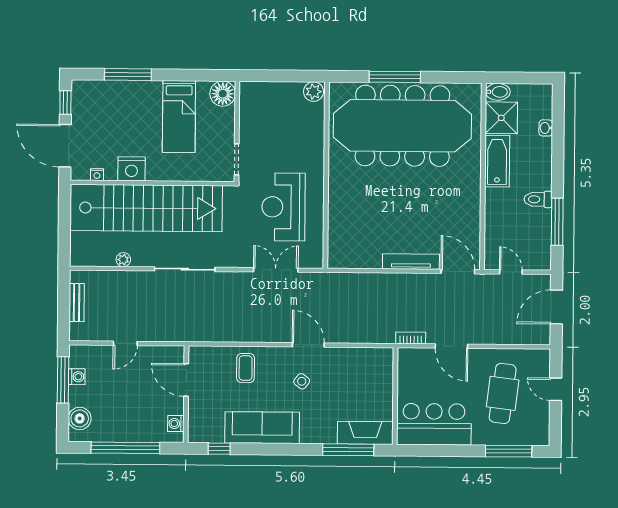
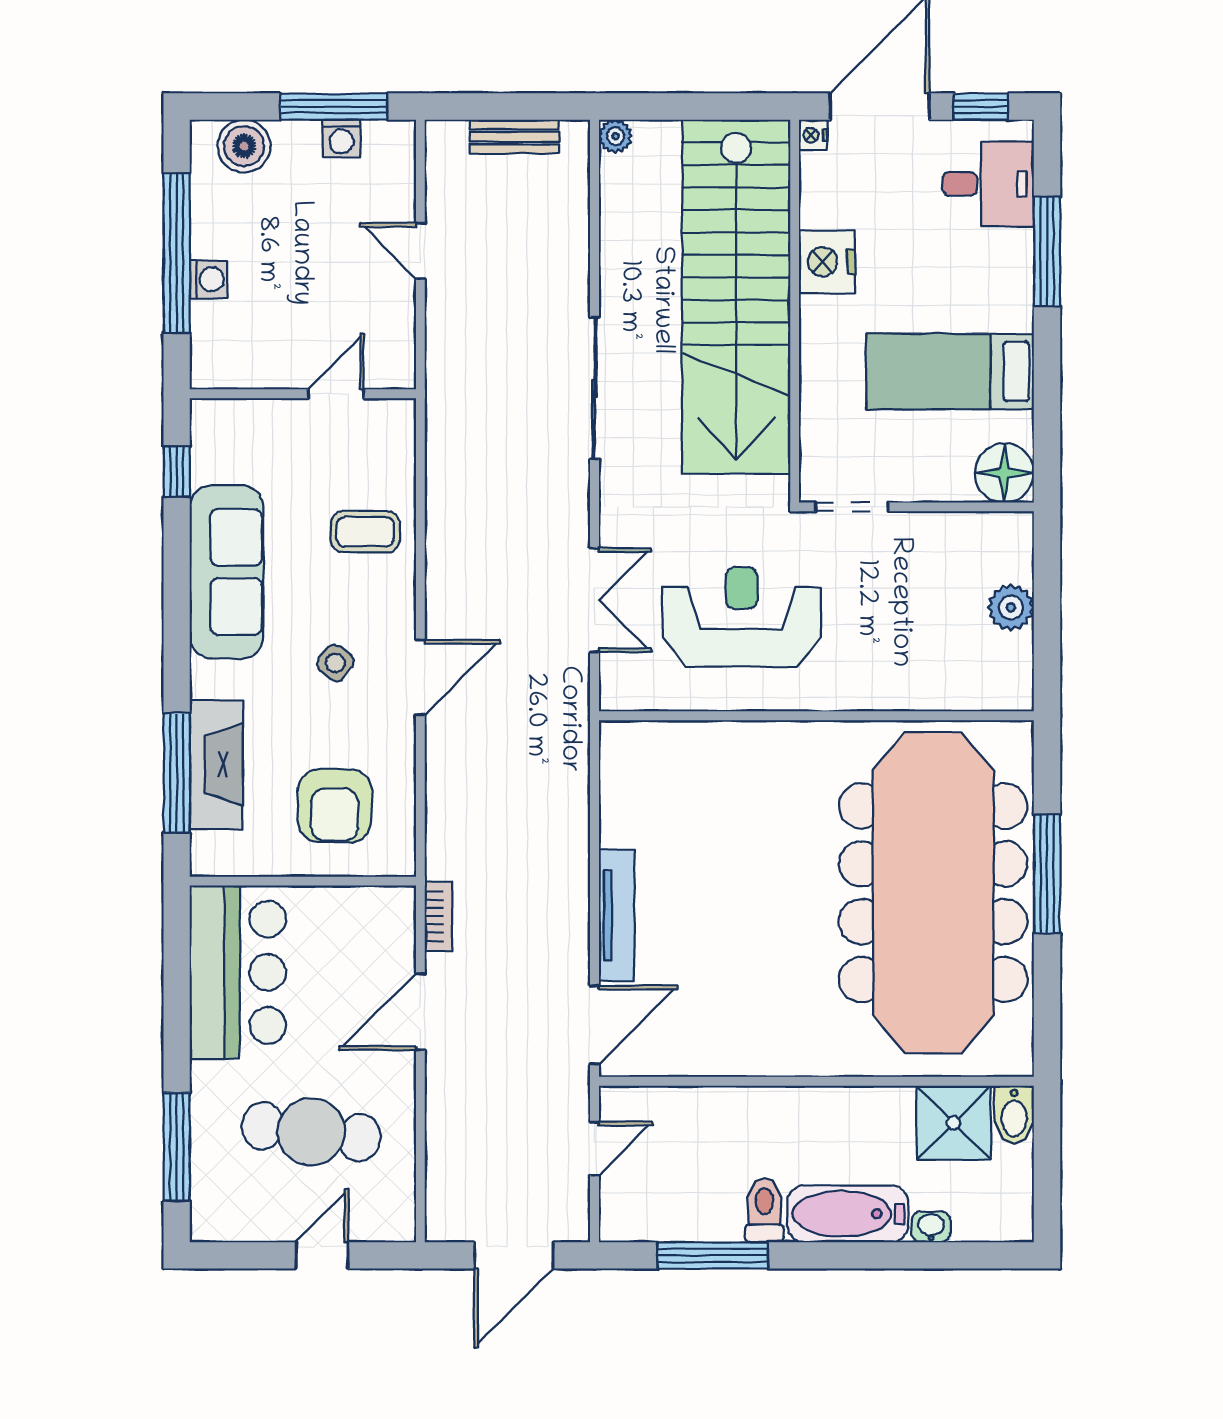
plant: (314, 92) -> (1011, 607), moved
desk: (99, 100) -> (988, 184), added
bathtub: (497, 161) -> (848, 1214), moved, turned 180
nightstand: (97, 175) -> (813, 135), moved
plant: (123, 260) -> (615, 136), moved
door: (556, 307) -> (514, 1255), swing flipped
door: (186, 380) -> (336, 394), width x0.73
armchair: (363, 382) -> (335, 806), added
washing machine: (176, 423) -> (209, 279), moved, turned 90
fireplace: (365, 433) -> (216, 765), moved

